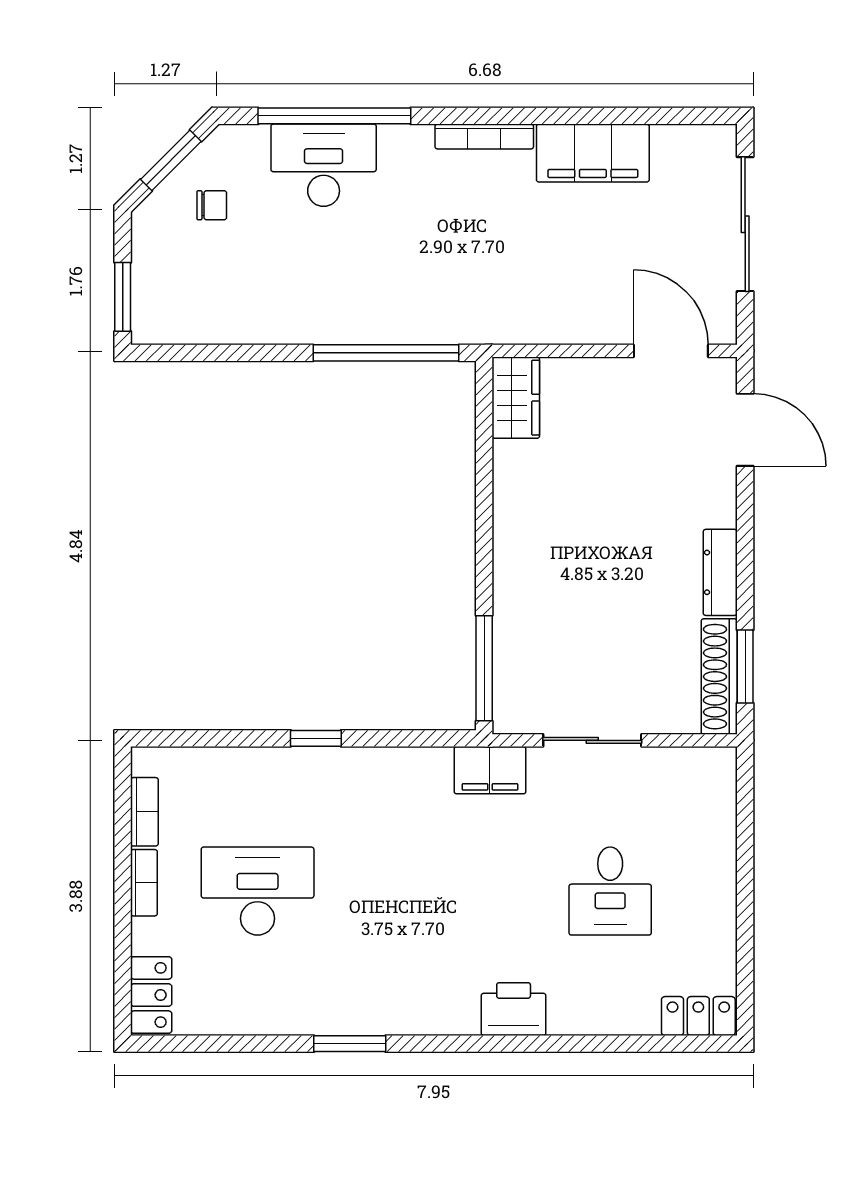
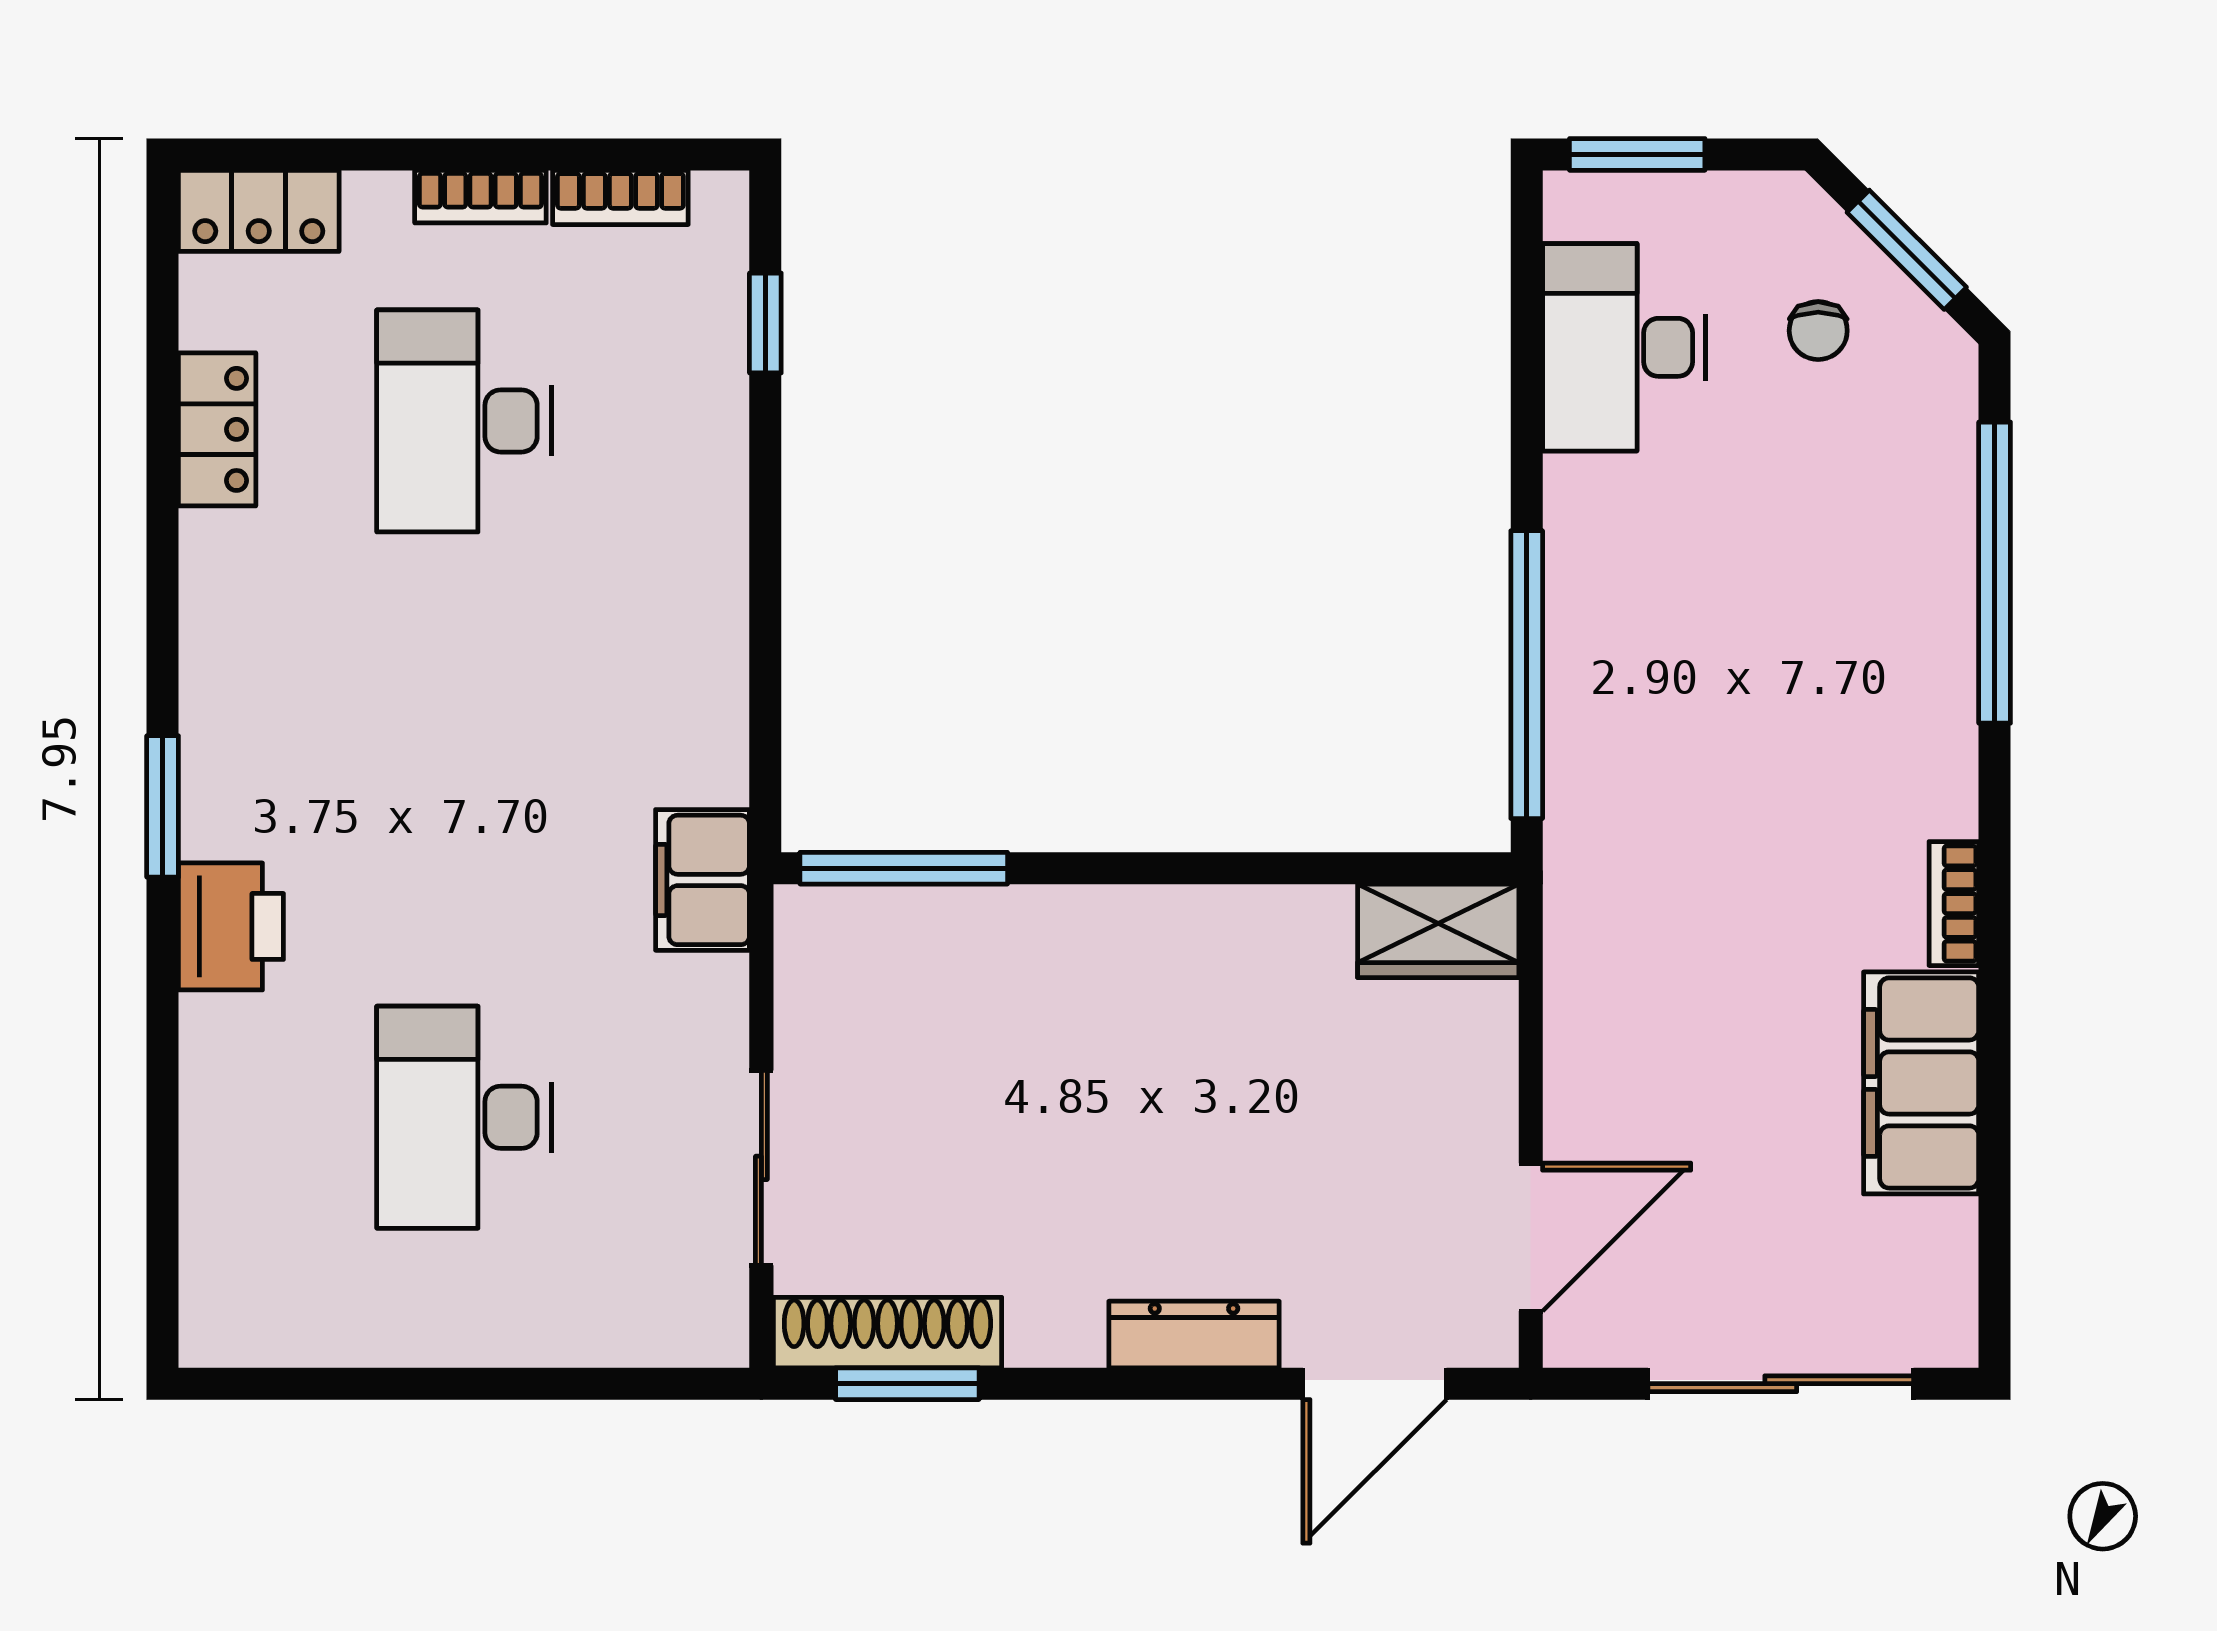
bookcase: (484, 136) -> (1954, 904), width x0.64
desk: (324, 165) -> (1624, 347), moved, turned 180
dresser: (720, 572) -> (1194, 1335), moved
window: (316, 738) -> (765, 323), moved
sliding door: (592, 740) -> (761, 1168), moved
desk: (258, 891) -> (464, 421), turned 180
desk: (610, 891) -> (464, 1117), width x1.37
locker: (698, 1016) -> (217, 429), moved
window: (350, 1044) -> (163, 806), moved

